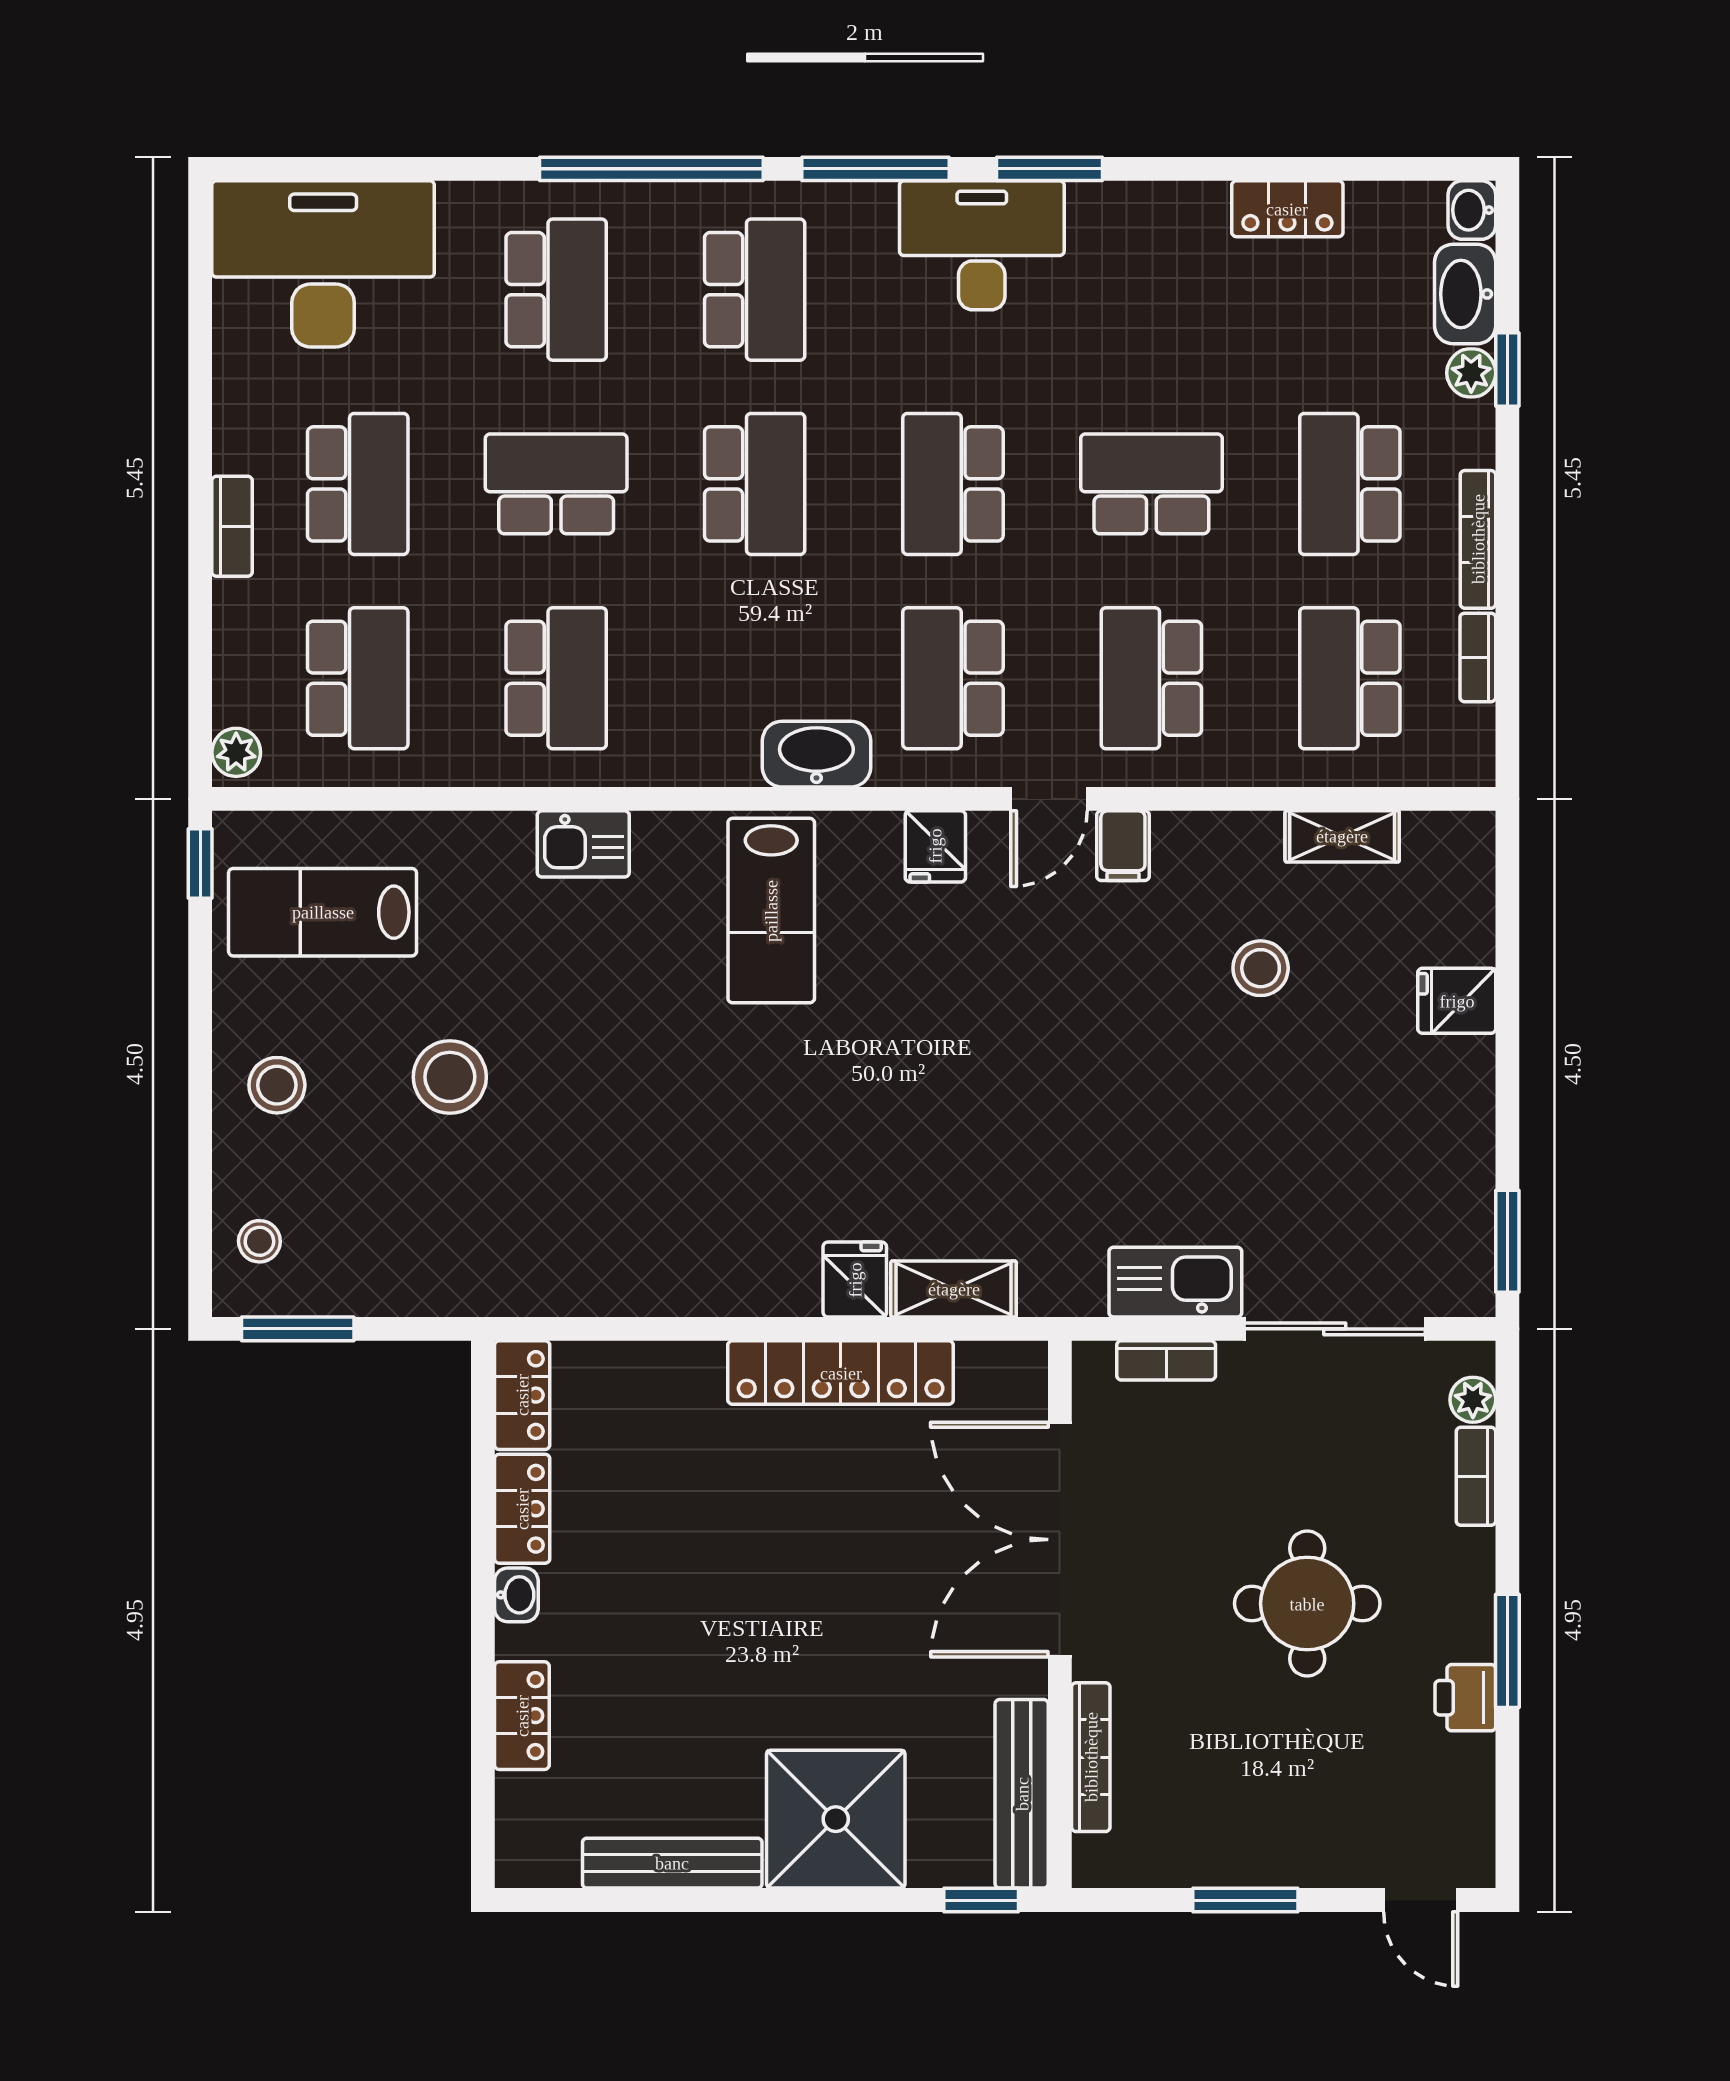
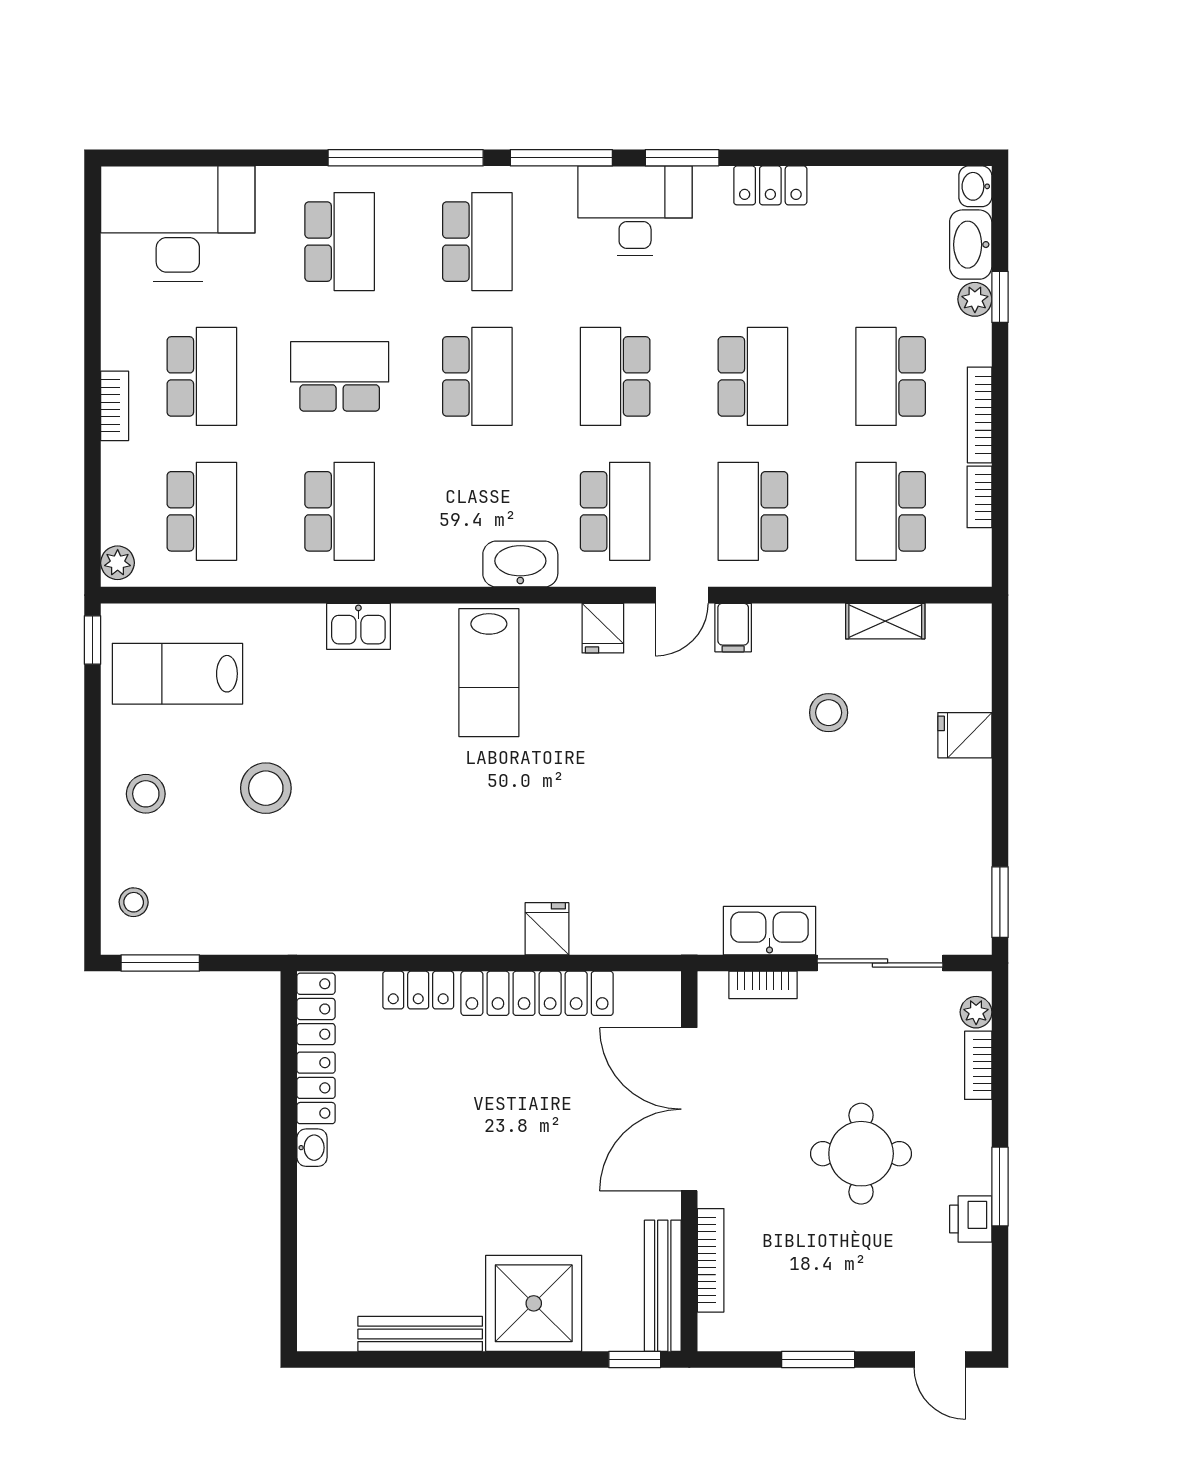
locker: (1287, 209) -> (770, 185), moved
school desk: (1151, 484) -> (753, 376), turned 90
school desk: (953, 678) -> (615, 511), turned 180
shelving: (954, 1289) -> (616, 935), removed
locker: (522, 1716) -> (418, 990), moved, turned 90

